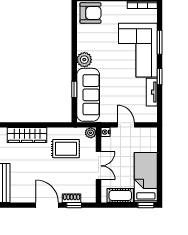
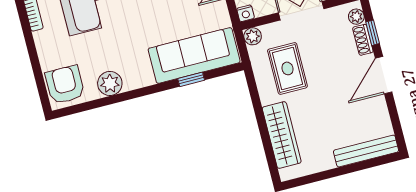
plant: (84, 60) -> (110, 83), moved
plant: (86, 198) -> (356, 17), added

